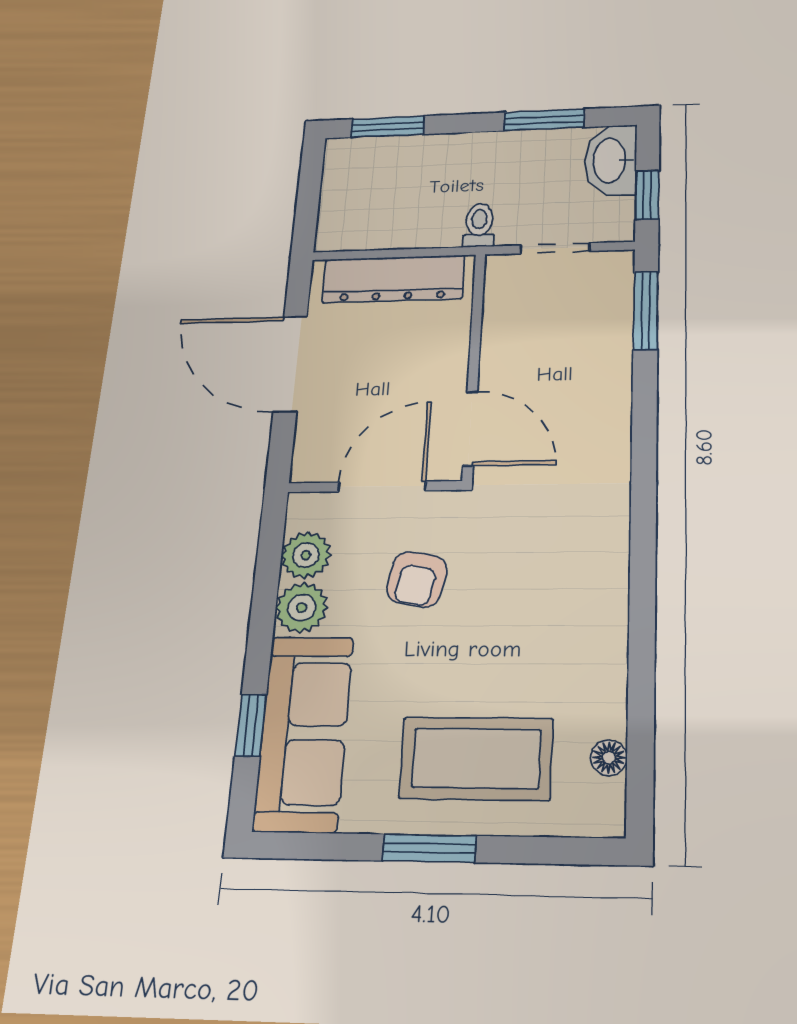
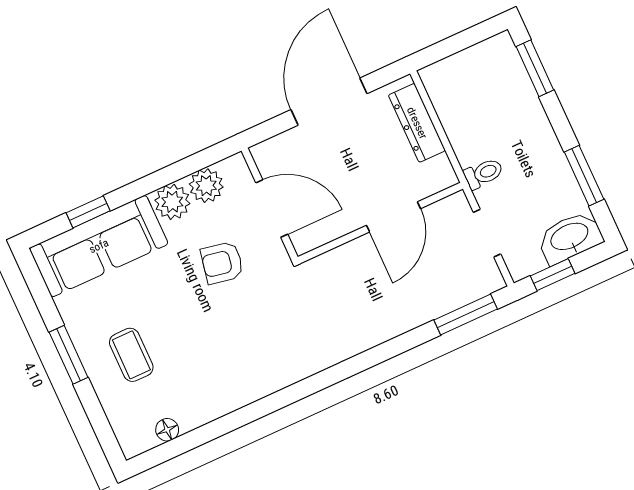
dresser: (393, 279) -> (417, 123), width x0.73, depth x0.80
door: (470, 428) -> (393, 217), moved
coffee table: (476, 758) -> (131, 355), width x0.54, depth x0.58

